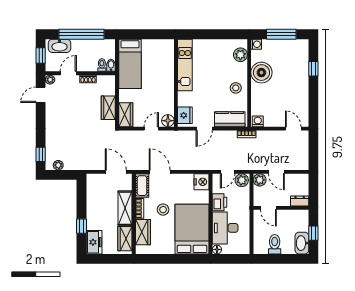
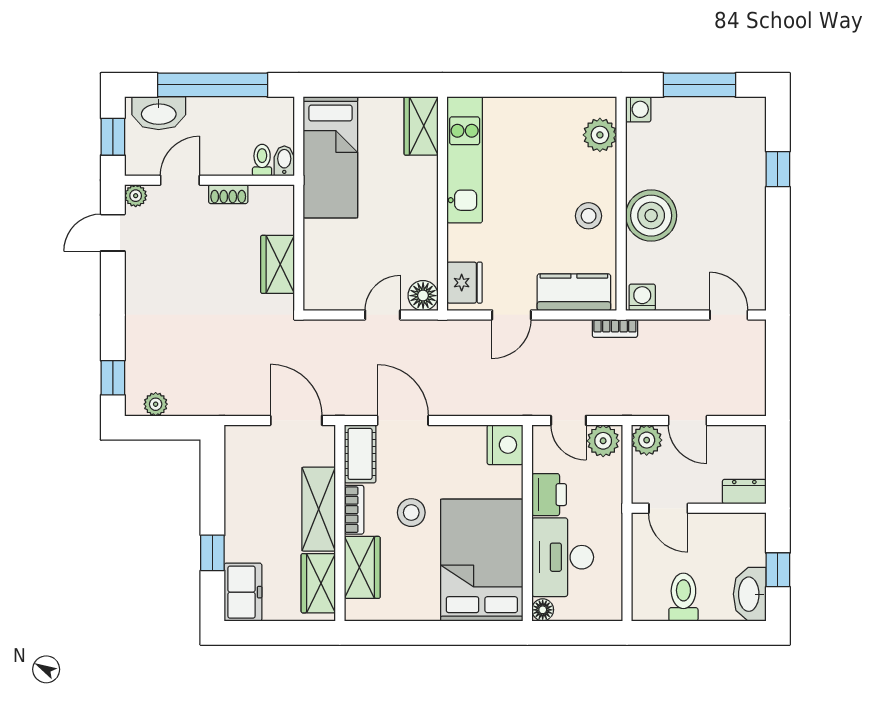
boiler: (261, 73) -> (651, 216), moved
wardrobe: (126, 115) -> (421, 126), moved, turned 180
door: (228, 172) -> (568, 420), hinge flipped

